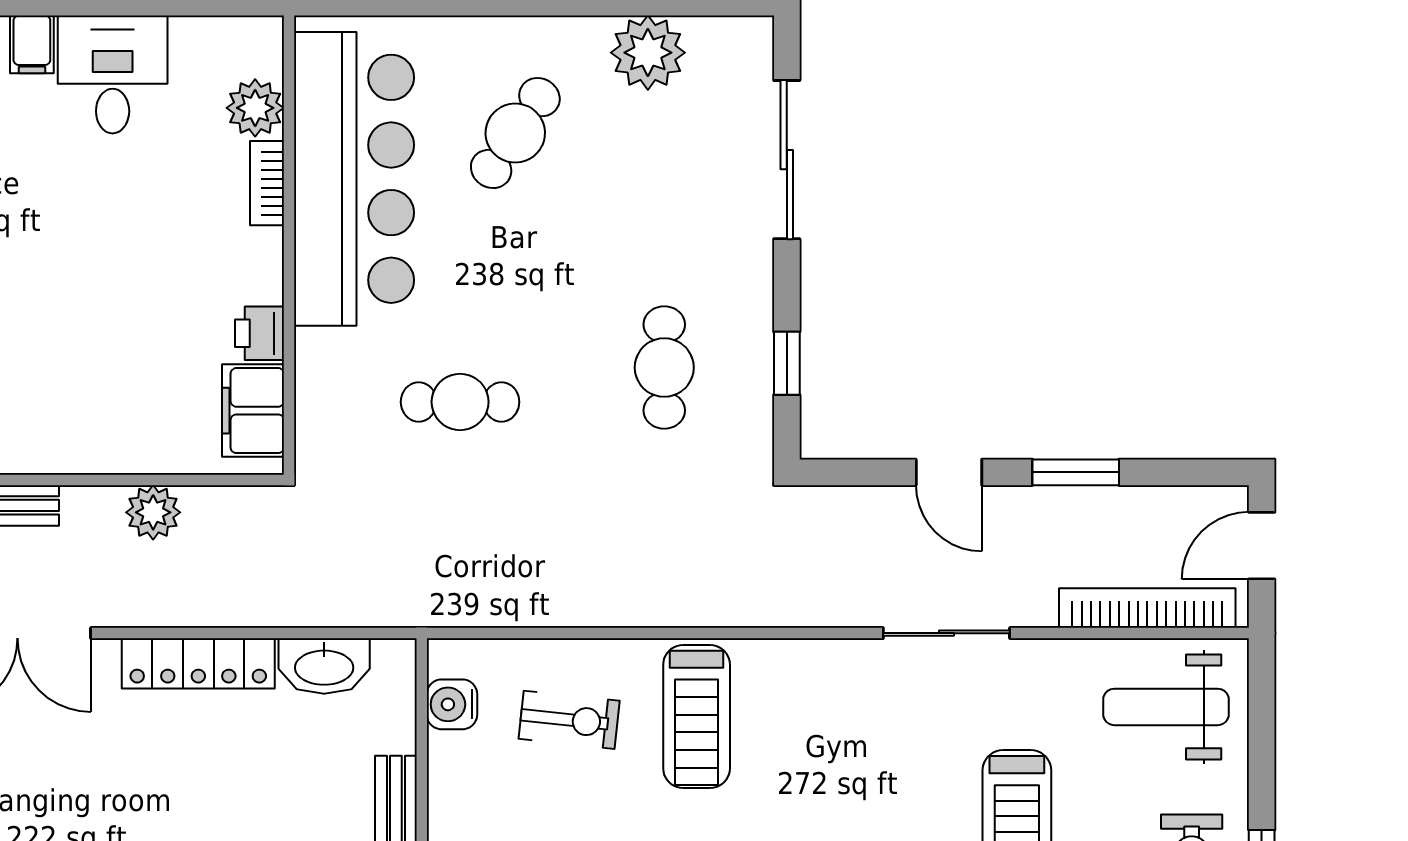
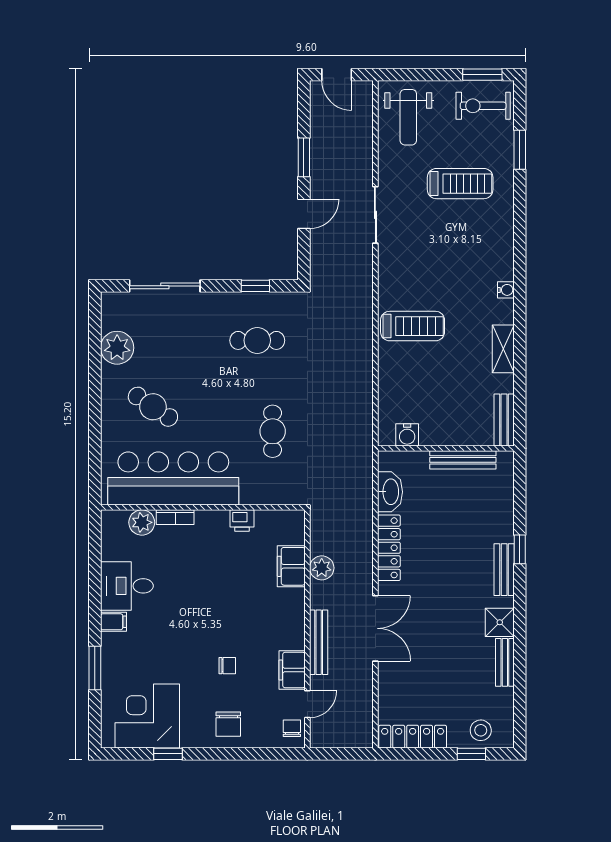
filing cabinet: (253, 411) -> (291, 566), moved, turned 90
bookcase: (1147, 608) -> (364, 125), removed
exercise bike: (569, 720) -> (414, 383), removed

